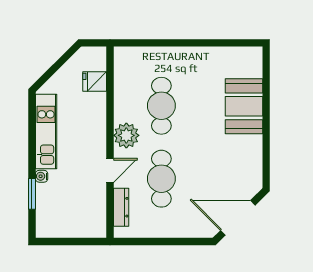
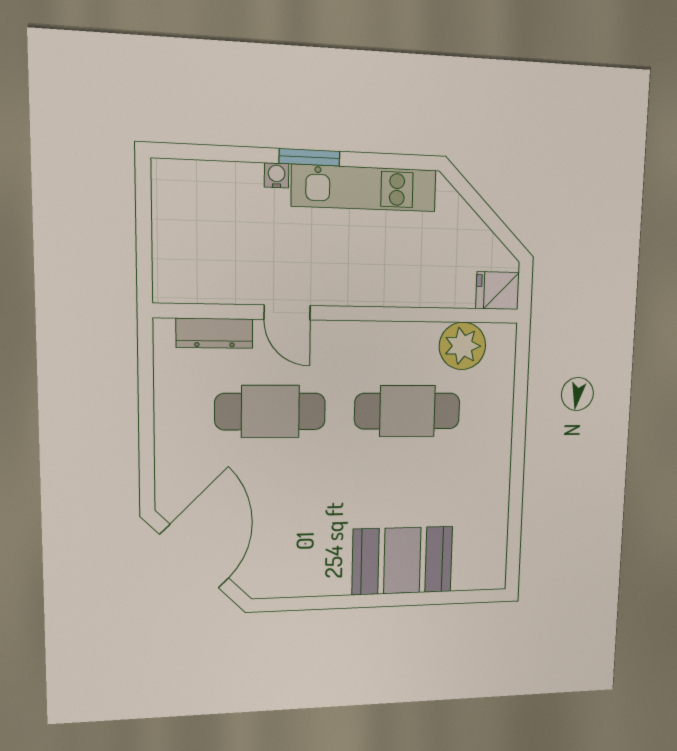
fridge: (95, 81) -> (498, 291), moved, turned -90
plant: (126, 135) -> (462, 346), moved
window: (32, 194) -> (309, 157), moved

